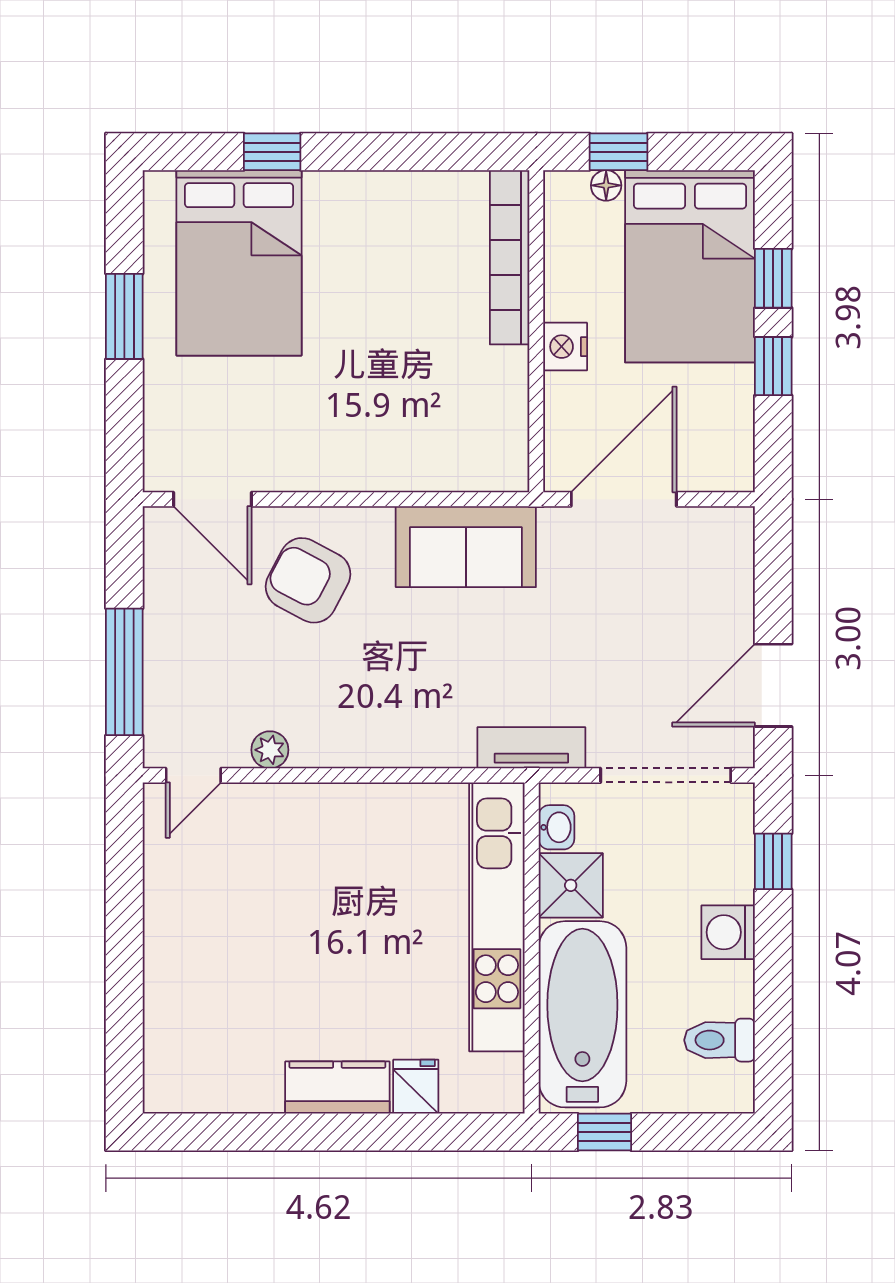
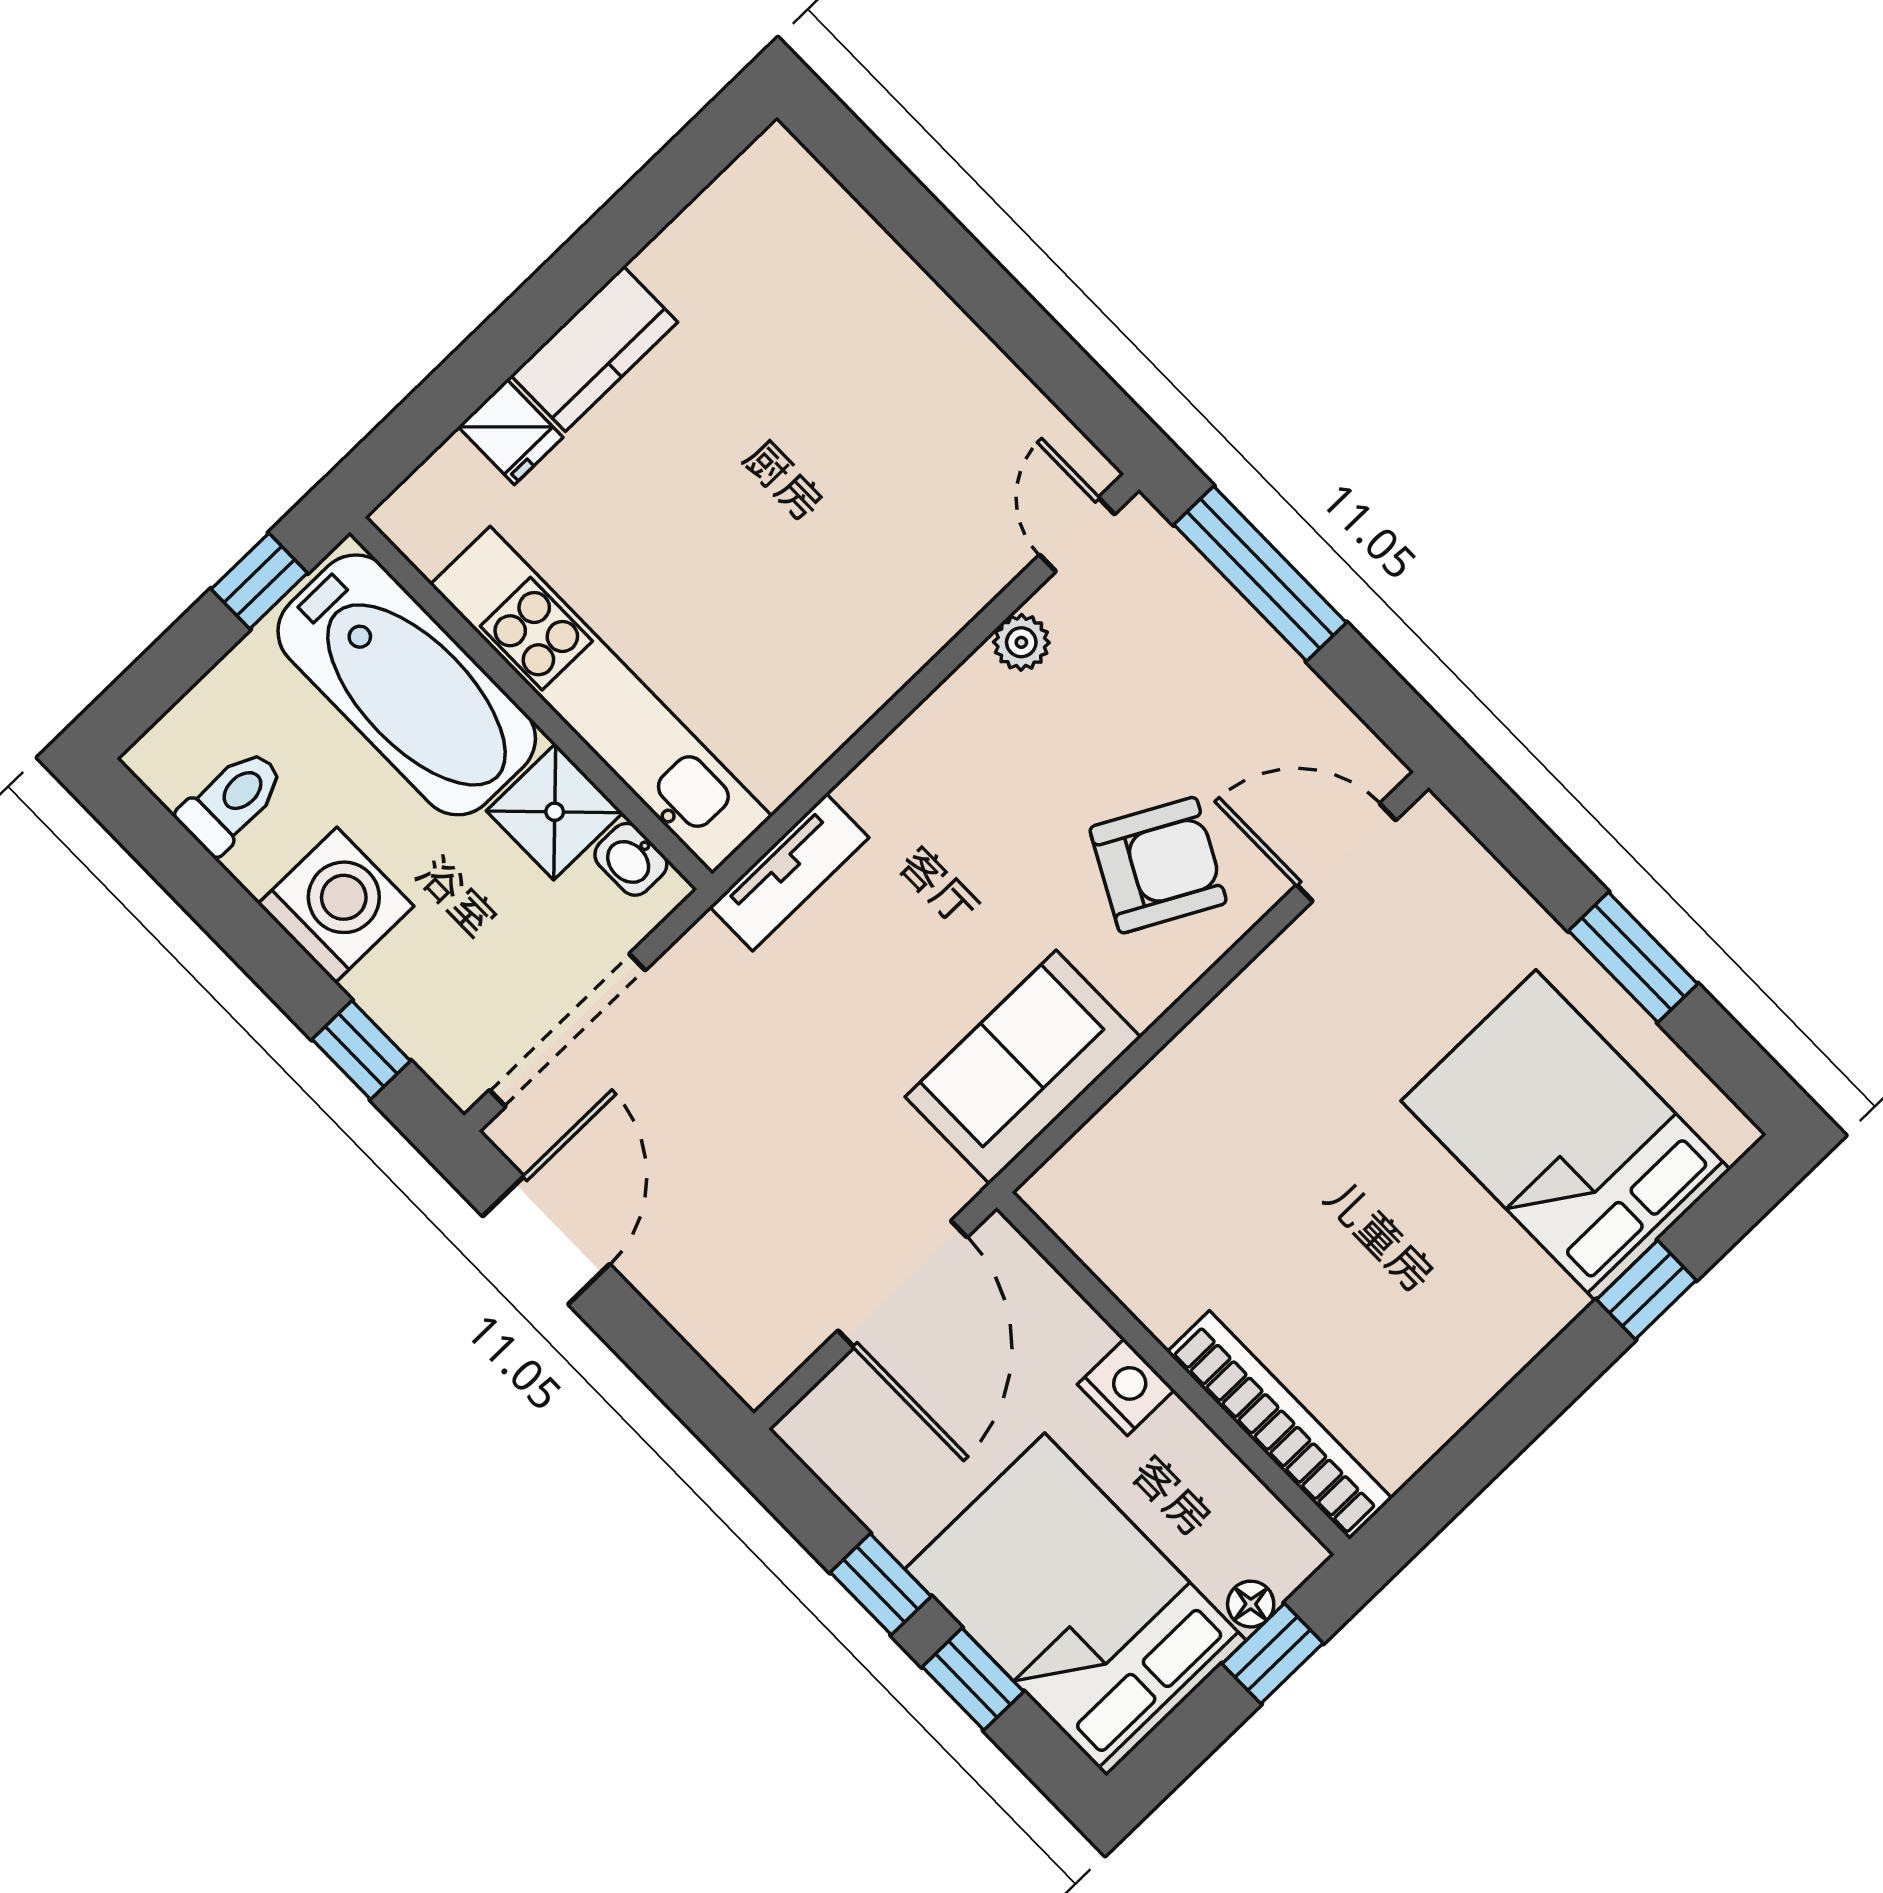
tv unit: (531, 748) -> (789, 872), moved
washing machine: (728, 932) -> (336, 905), width x1.37, depth x1.37

